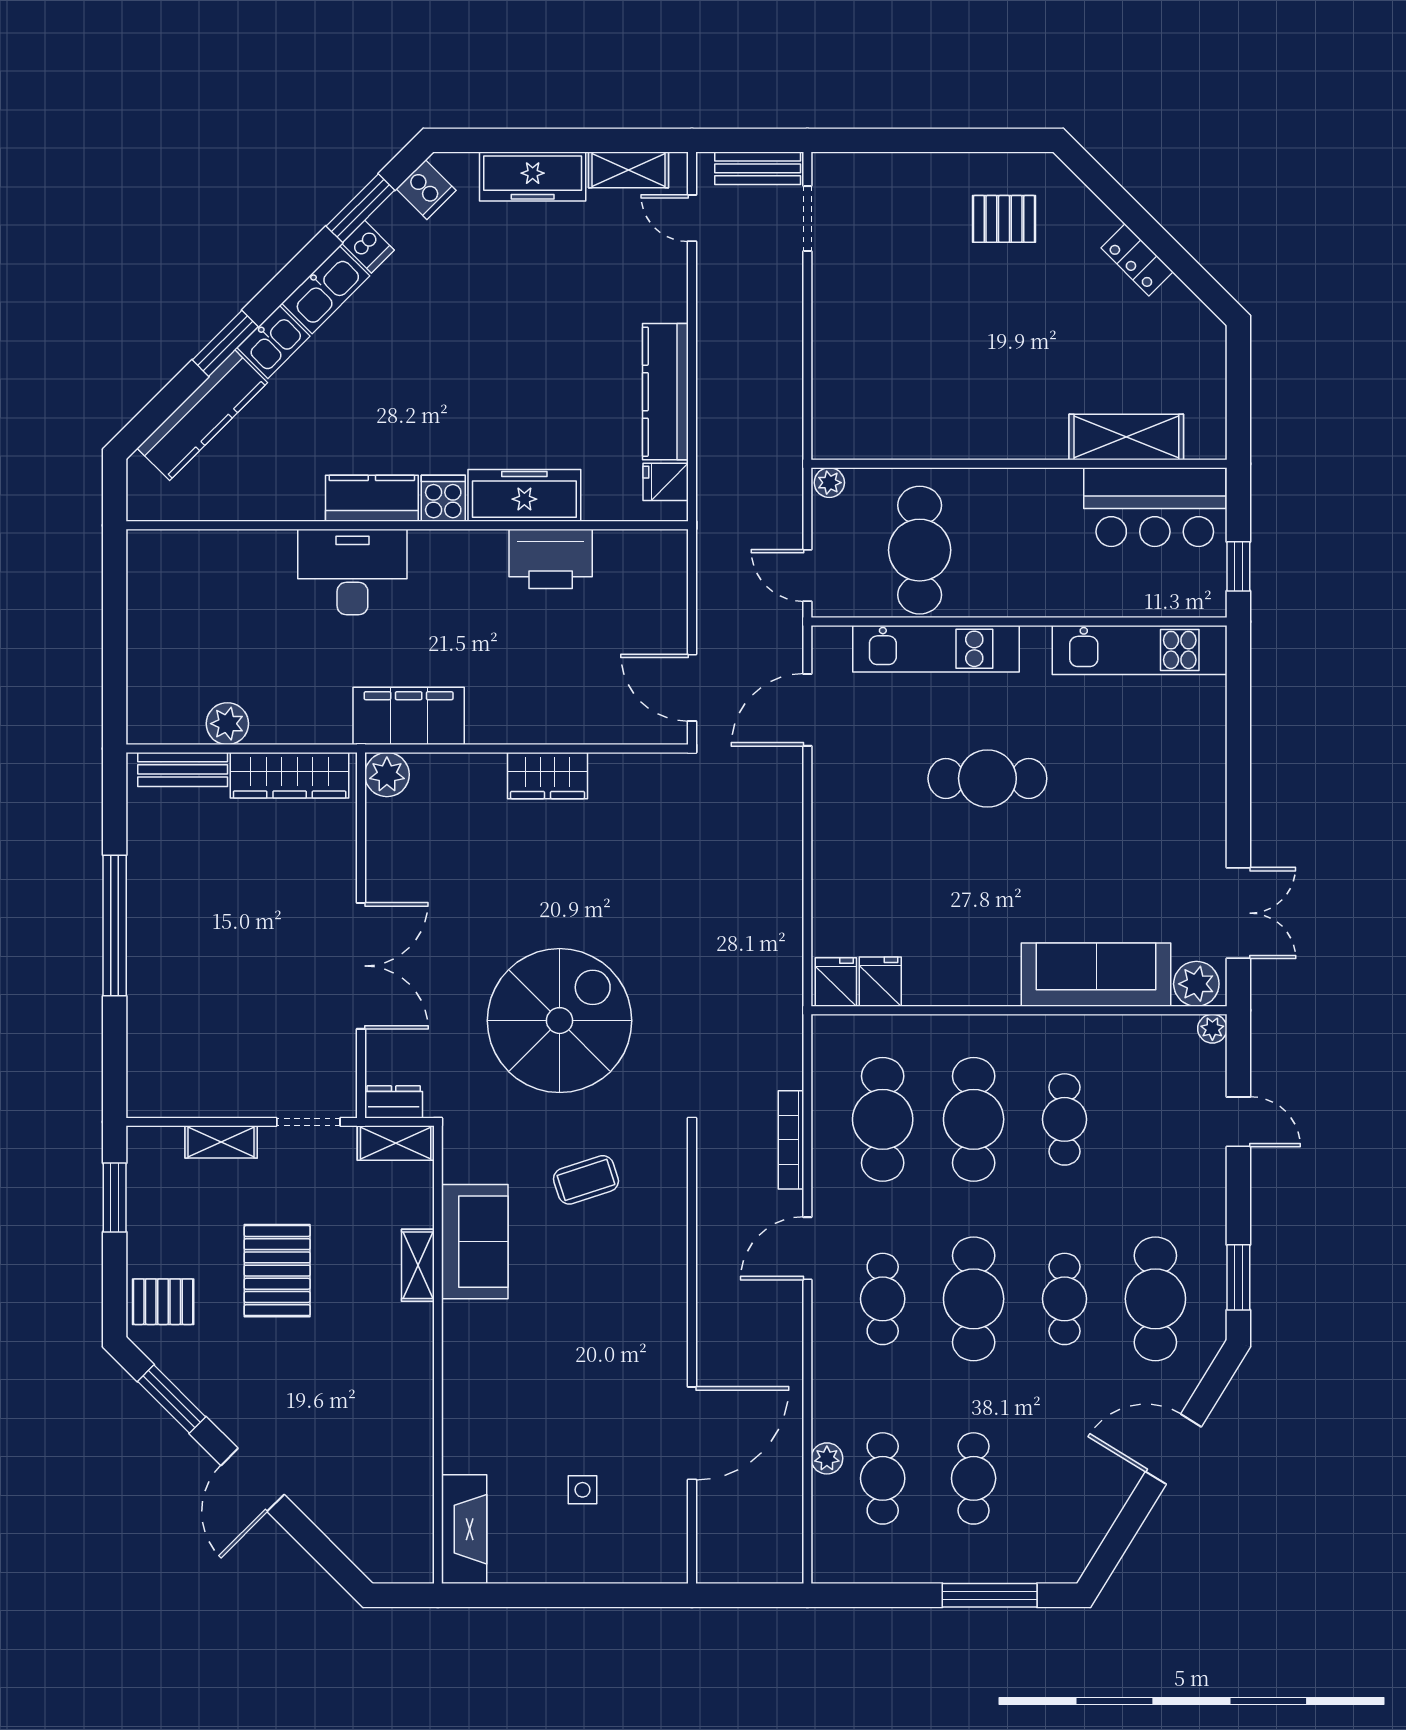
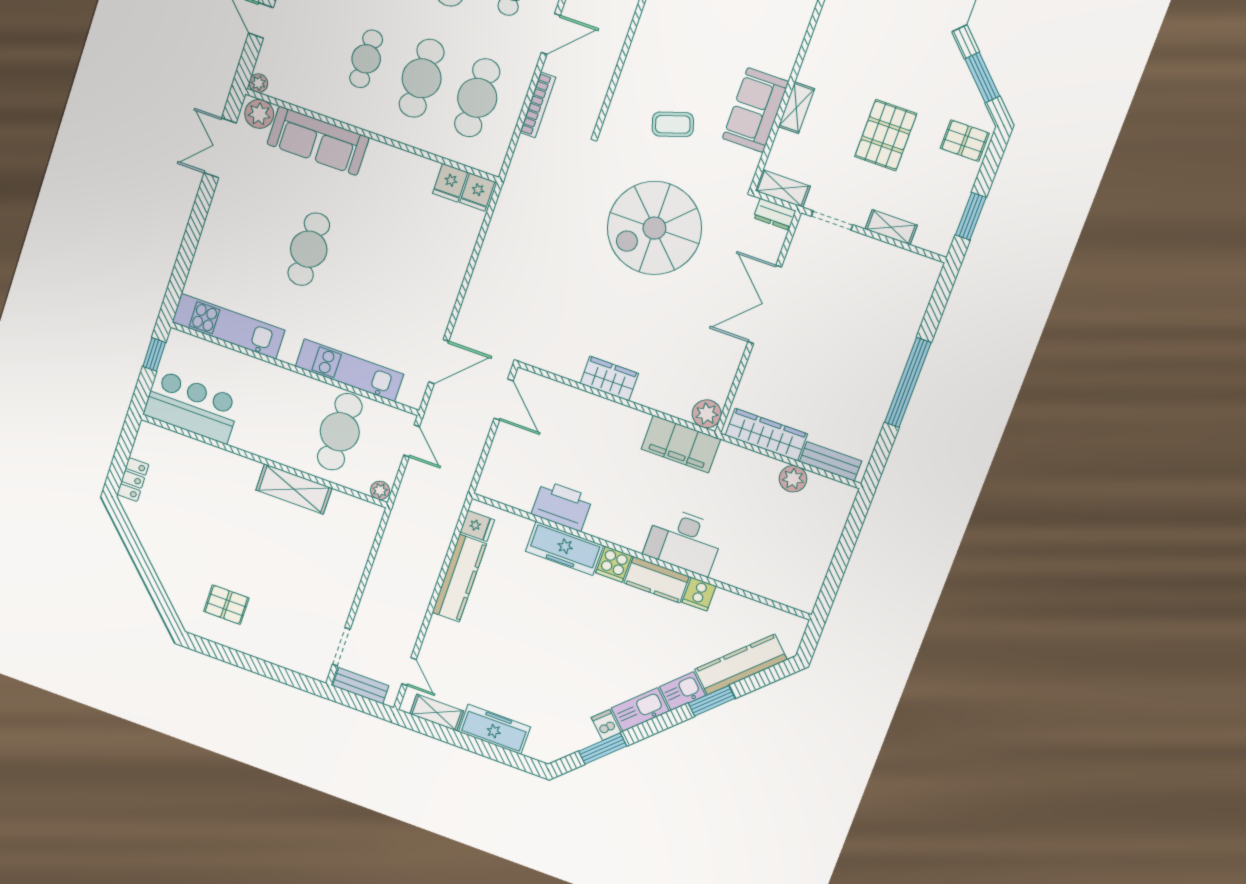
cooker: (426, 190) -> (699, 594), moved, turned -135
locker: (1137, 260) -> (133, 480), moved, turned 45
shelving: (1126, 437) -> (294, 489), moved
cafe table: (987, 778) -> (309, 249), moved, turned 90

